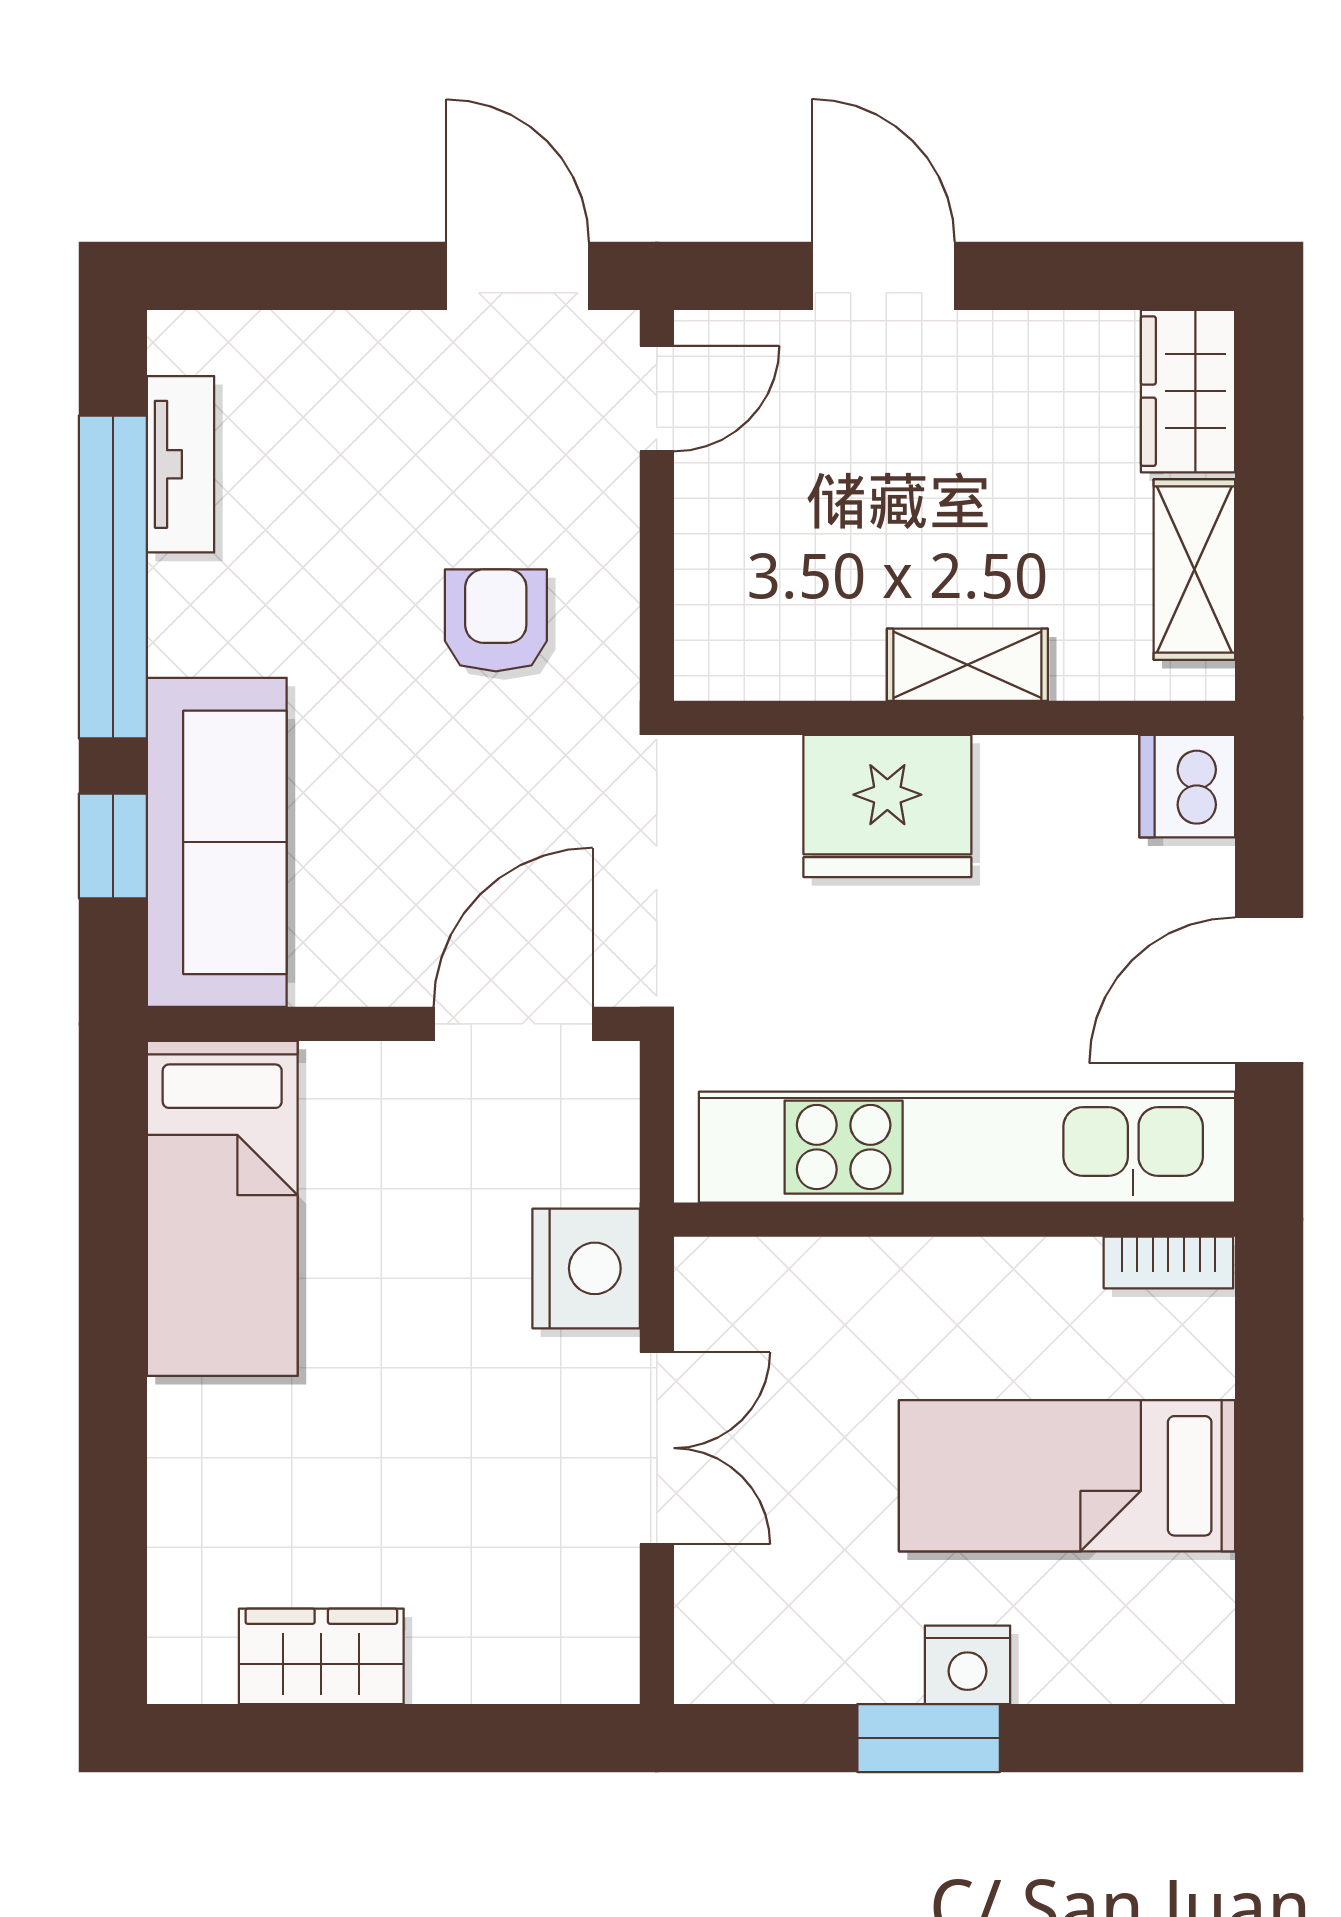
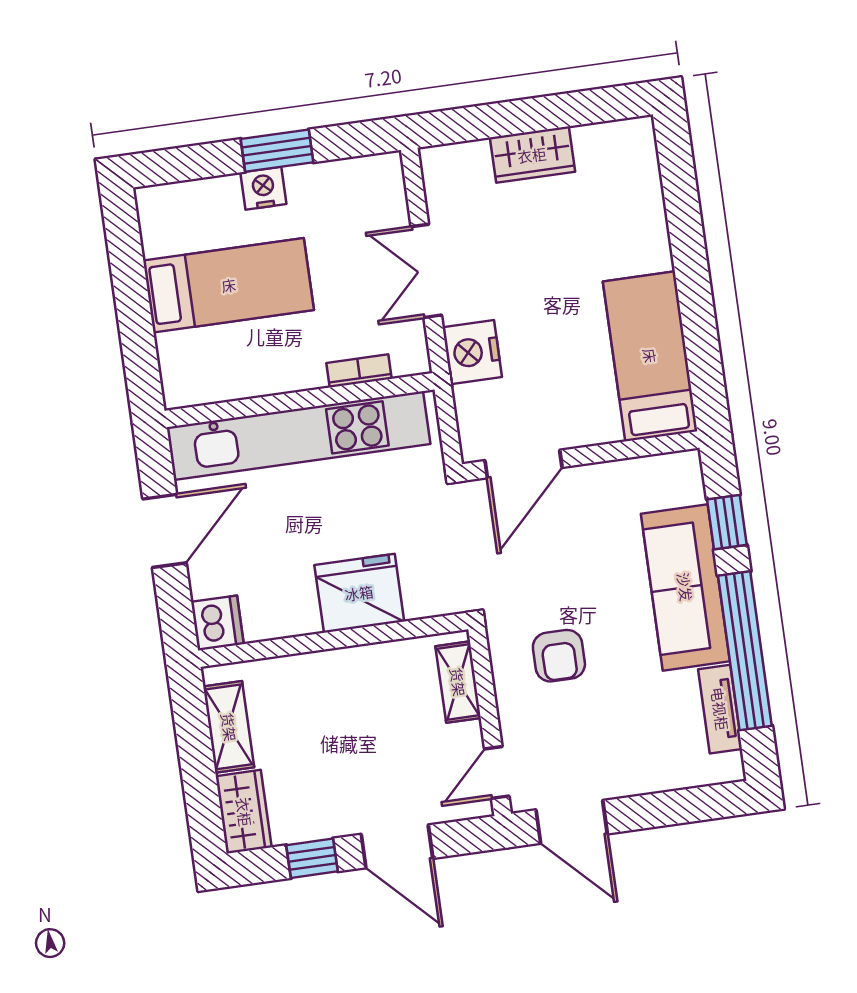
window: (1061, 276) -> (312, 858), added
shelving: (967, 665) -> (458, 682), moved, turned 90
sofa: (217, 842) -> (685, 587), moved
bookcase: (1168, 1262) -> (359, 371), moved
wardrobe: (321, 1656) -> (532, 155), moved

